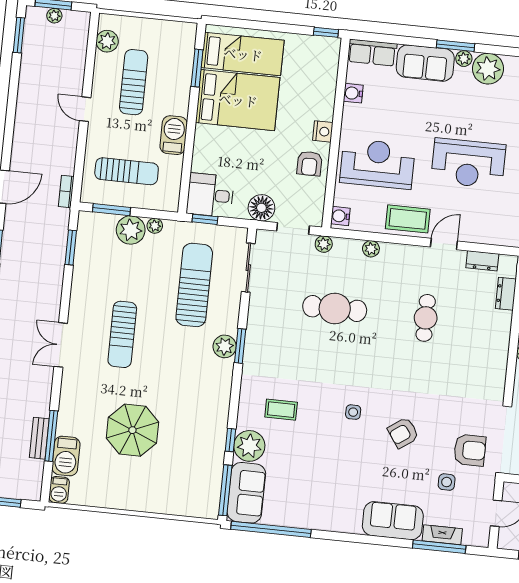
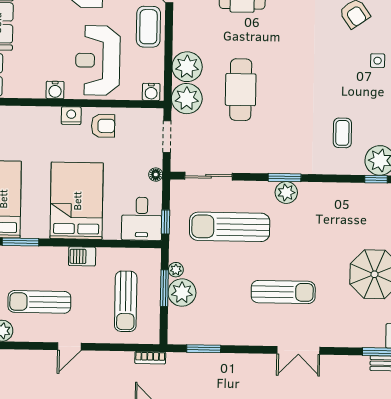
water cooler: (353, 93) -> (55, 90), moved
bed: (238, 100) -> (77, 201), moved
barbecue: (174, 135) -> (82, 256), width x0.73, depth x0.79
sun lounger: (127, 171) -> (126, 301), turned 180
floor lamp: (261, 208) -> (156, 175), width x0.53, depth x0.53
window: (111, 210) -> (164, 288), moved
plant: (324, 244) -> (187, 99), width x1.87, depth x1.87
plant: (371, 249) -> (187, 67), width x1.87, depth x1.87
side table: (353, 412) -> (378, 61), moved

